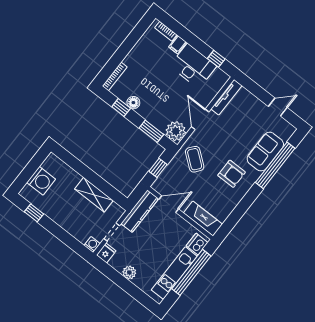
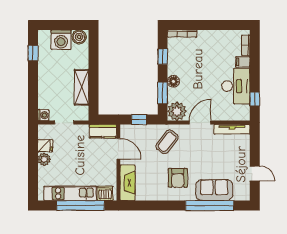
floor lamp: (133, 103) -> (173, 81), moved
boiler: (50, 164) -> (79, 37), added
kitchen counter: (140, 211) -> (103, 131), width x0.67
fridge: (106, 253) -> (45, 146), moved

